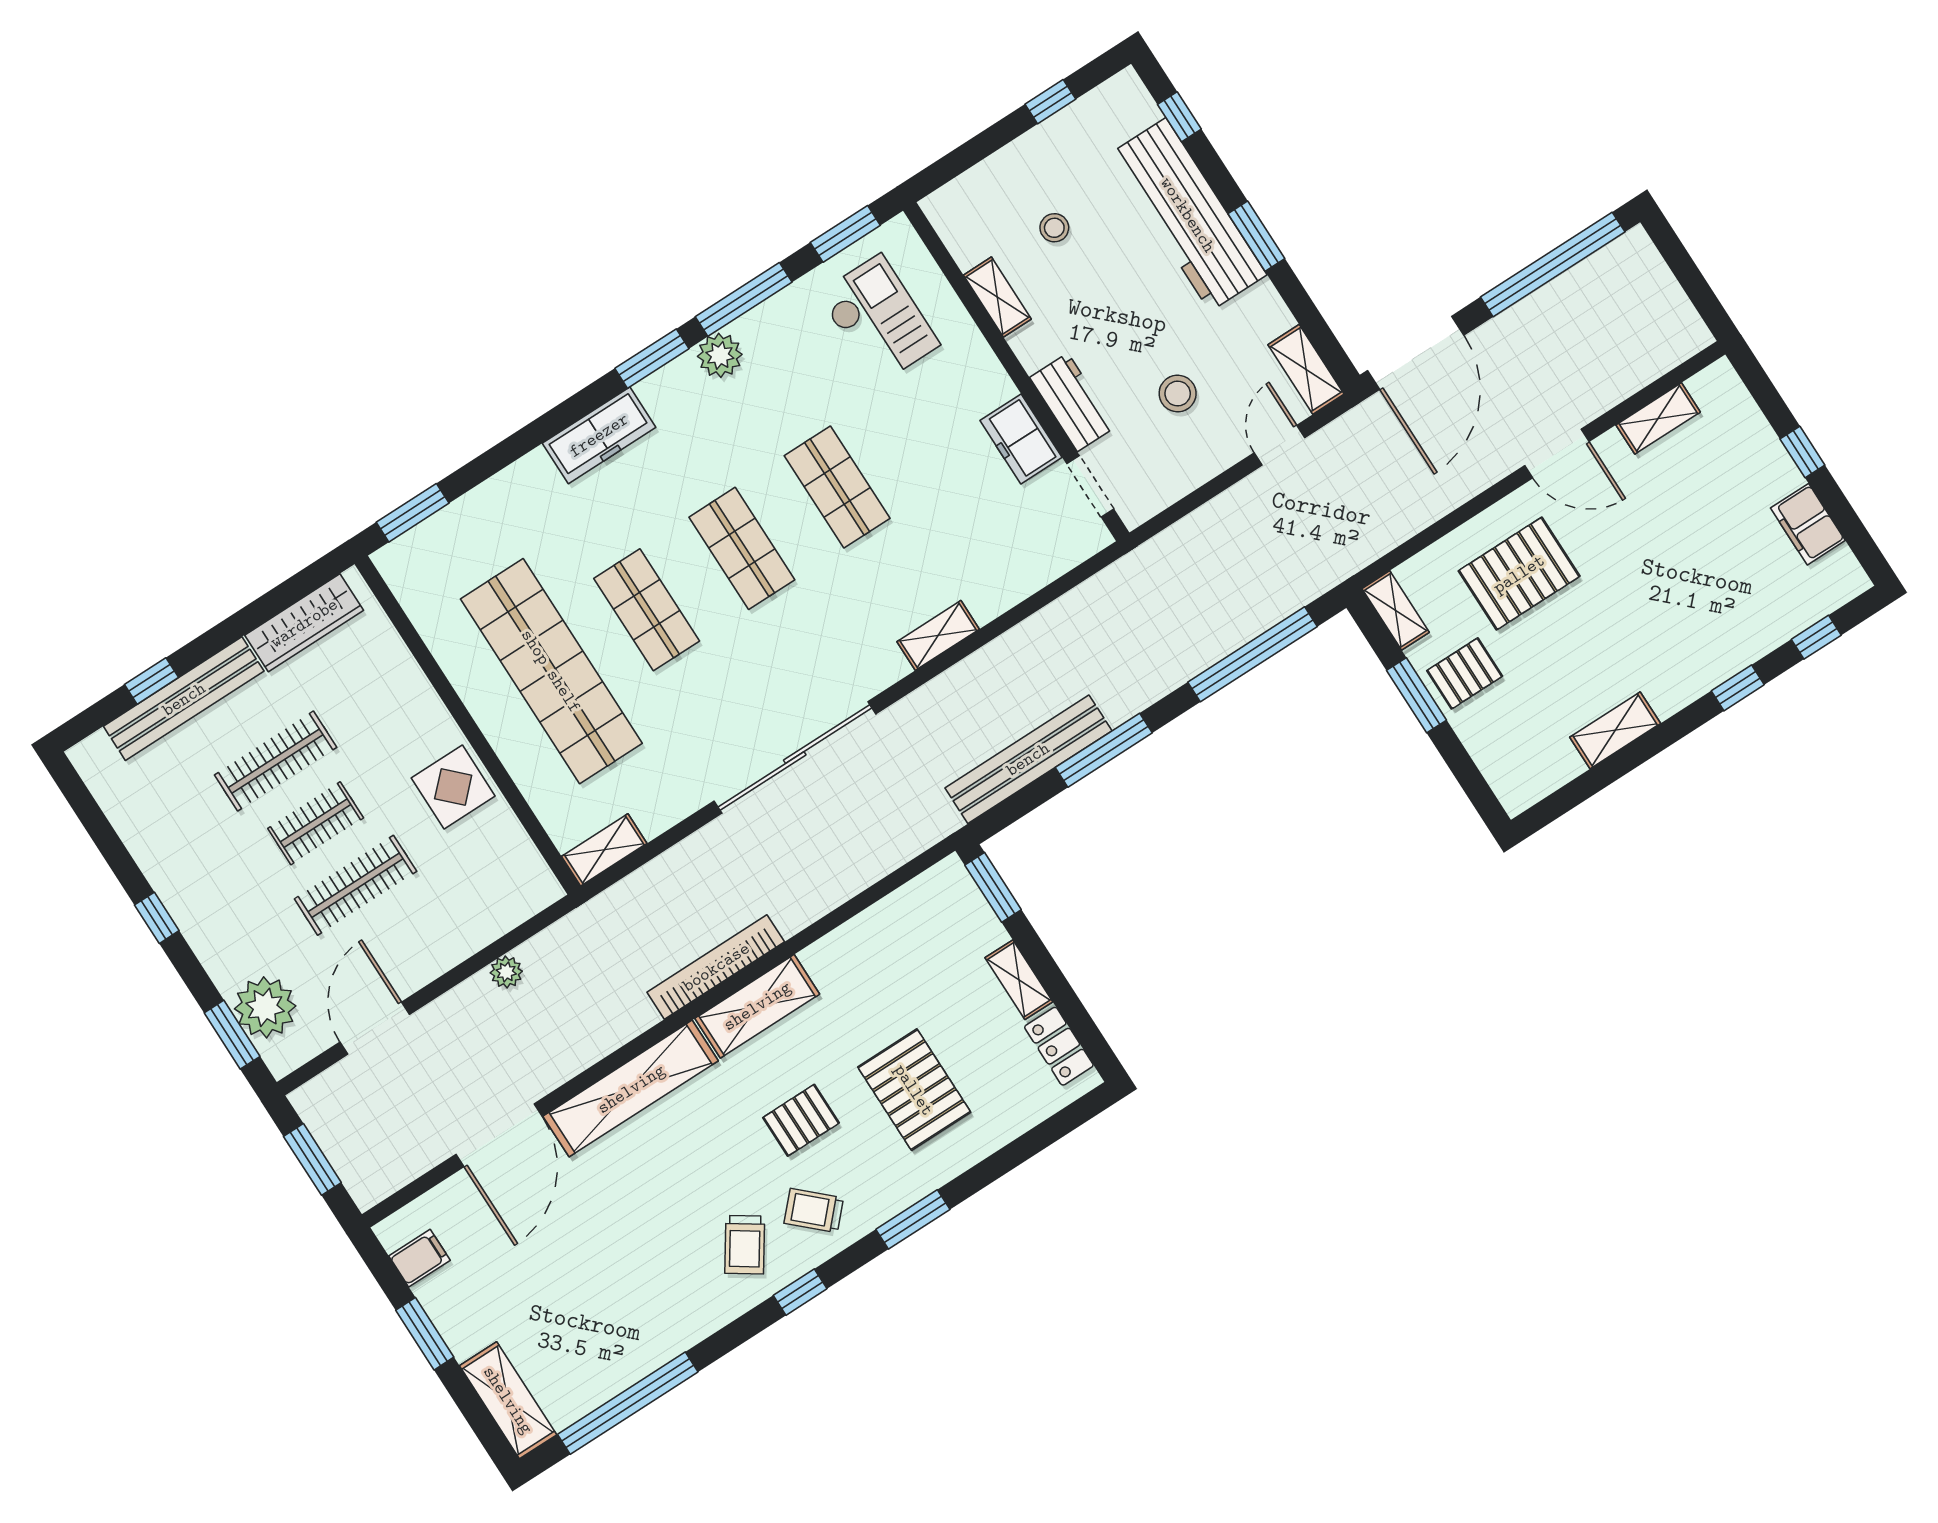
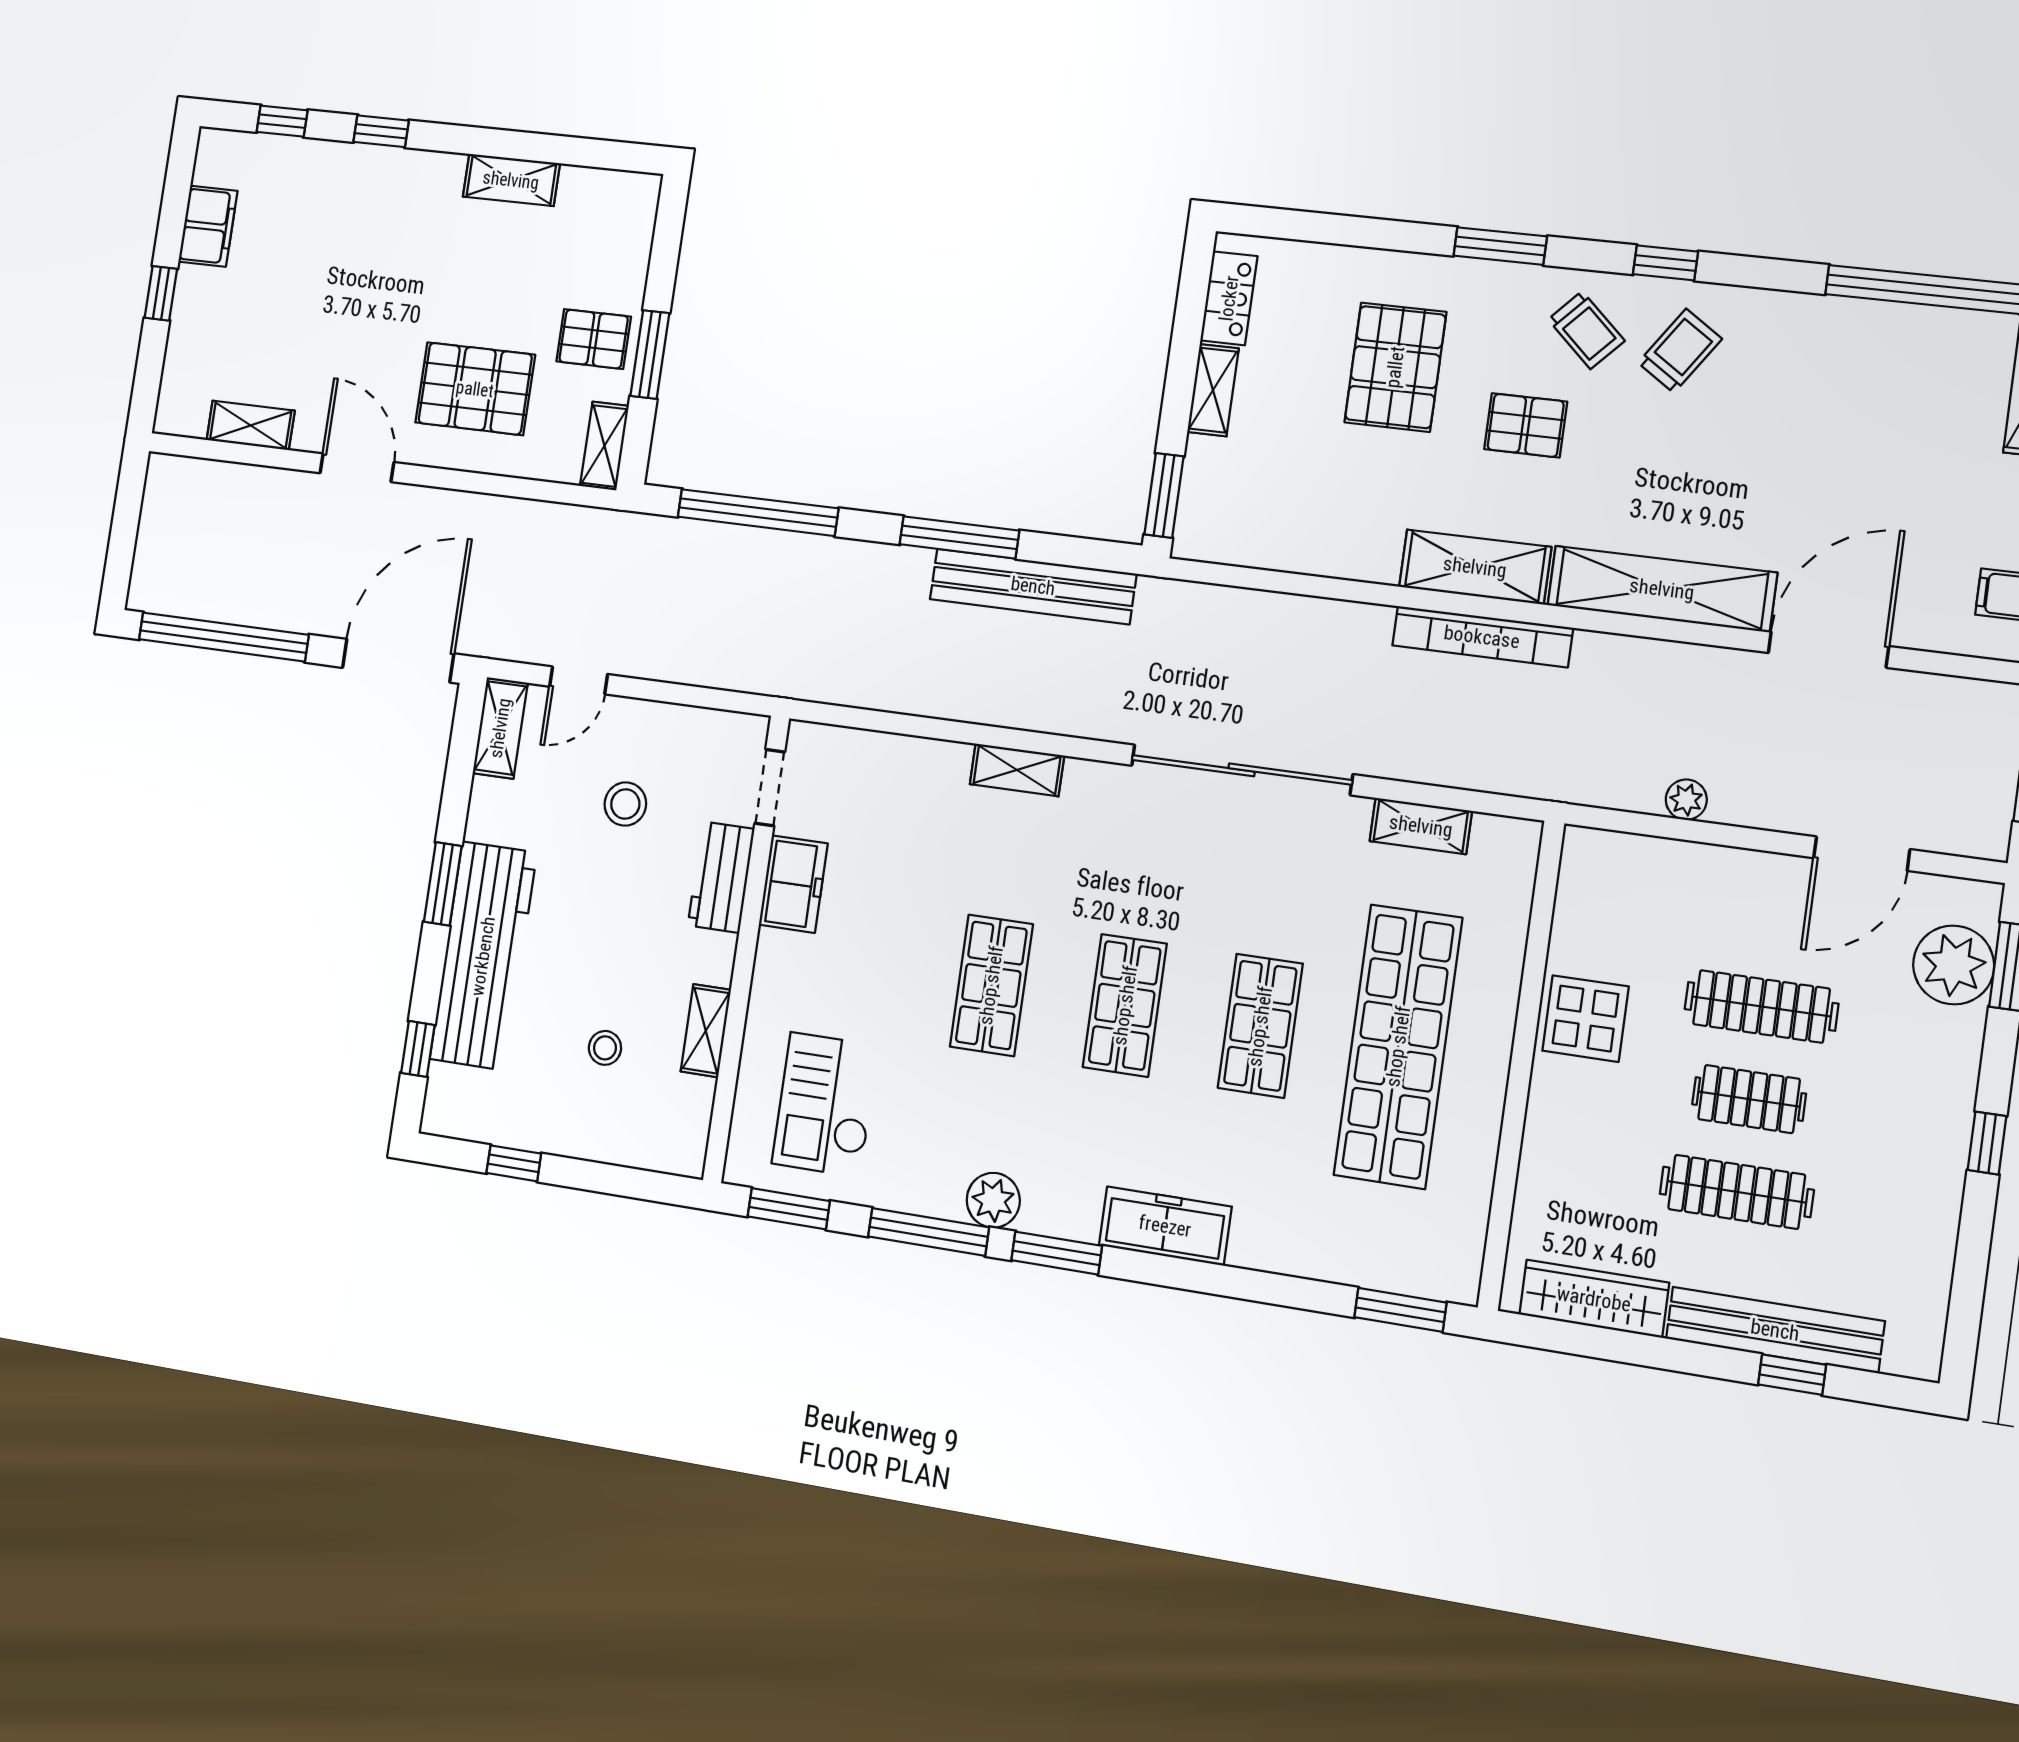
shelving: (604, 850) -> (1421, 826), moved

